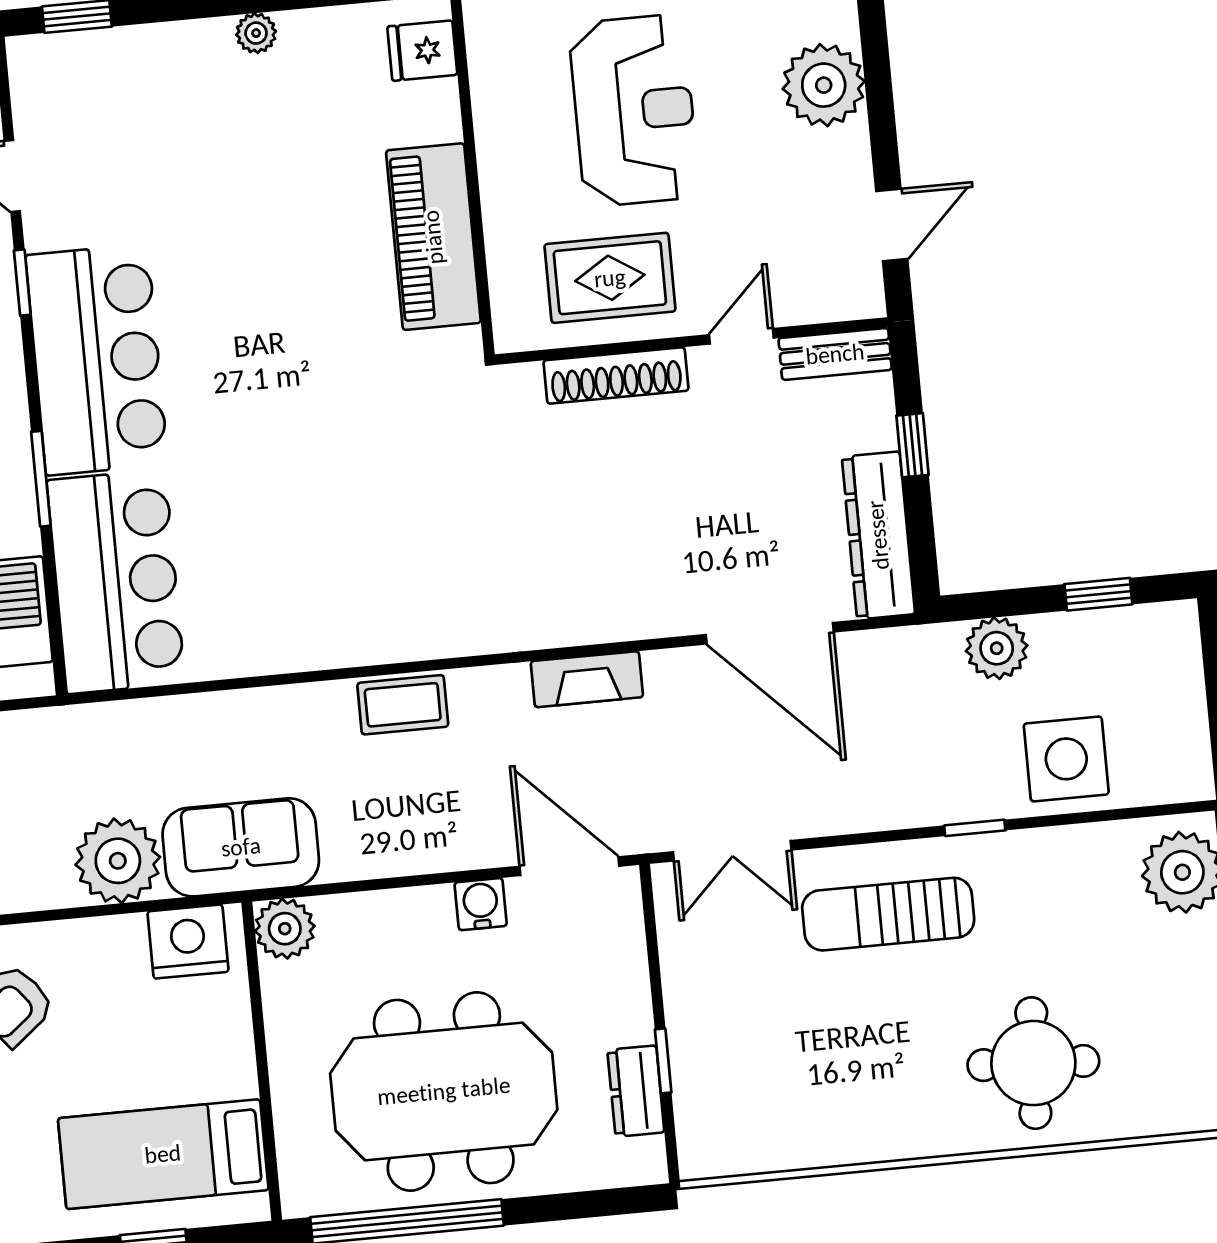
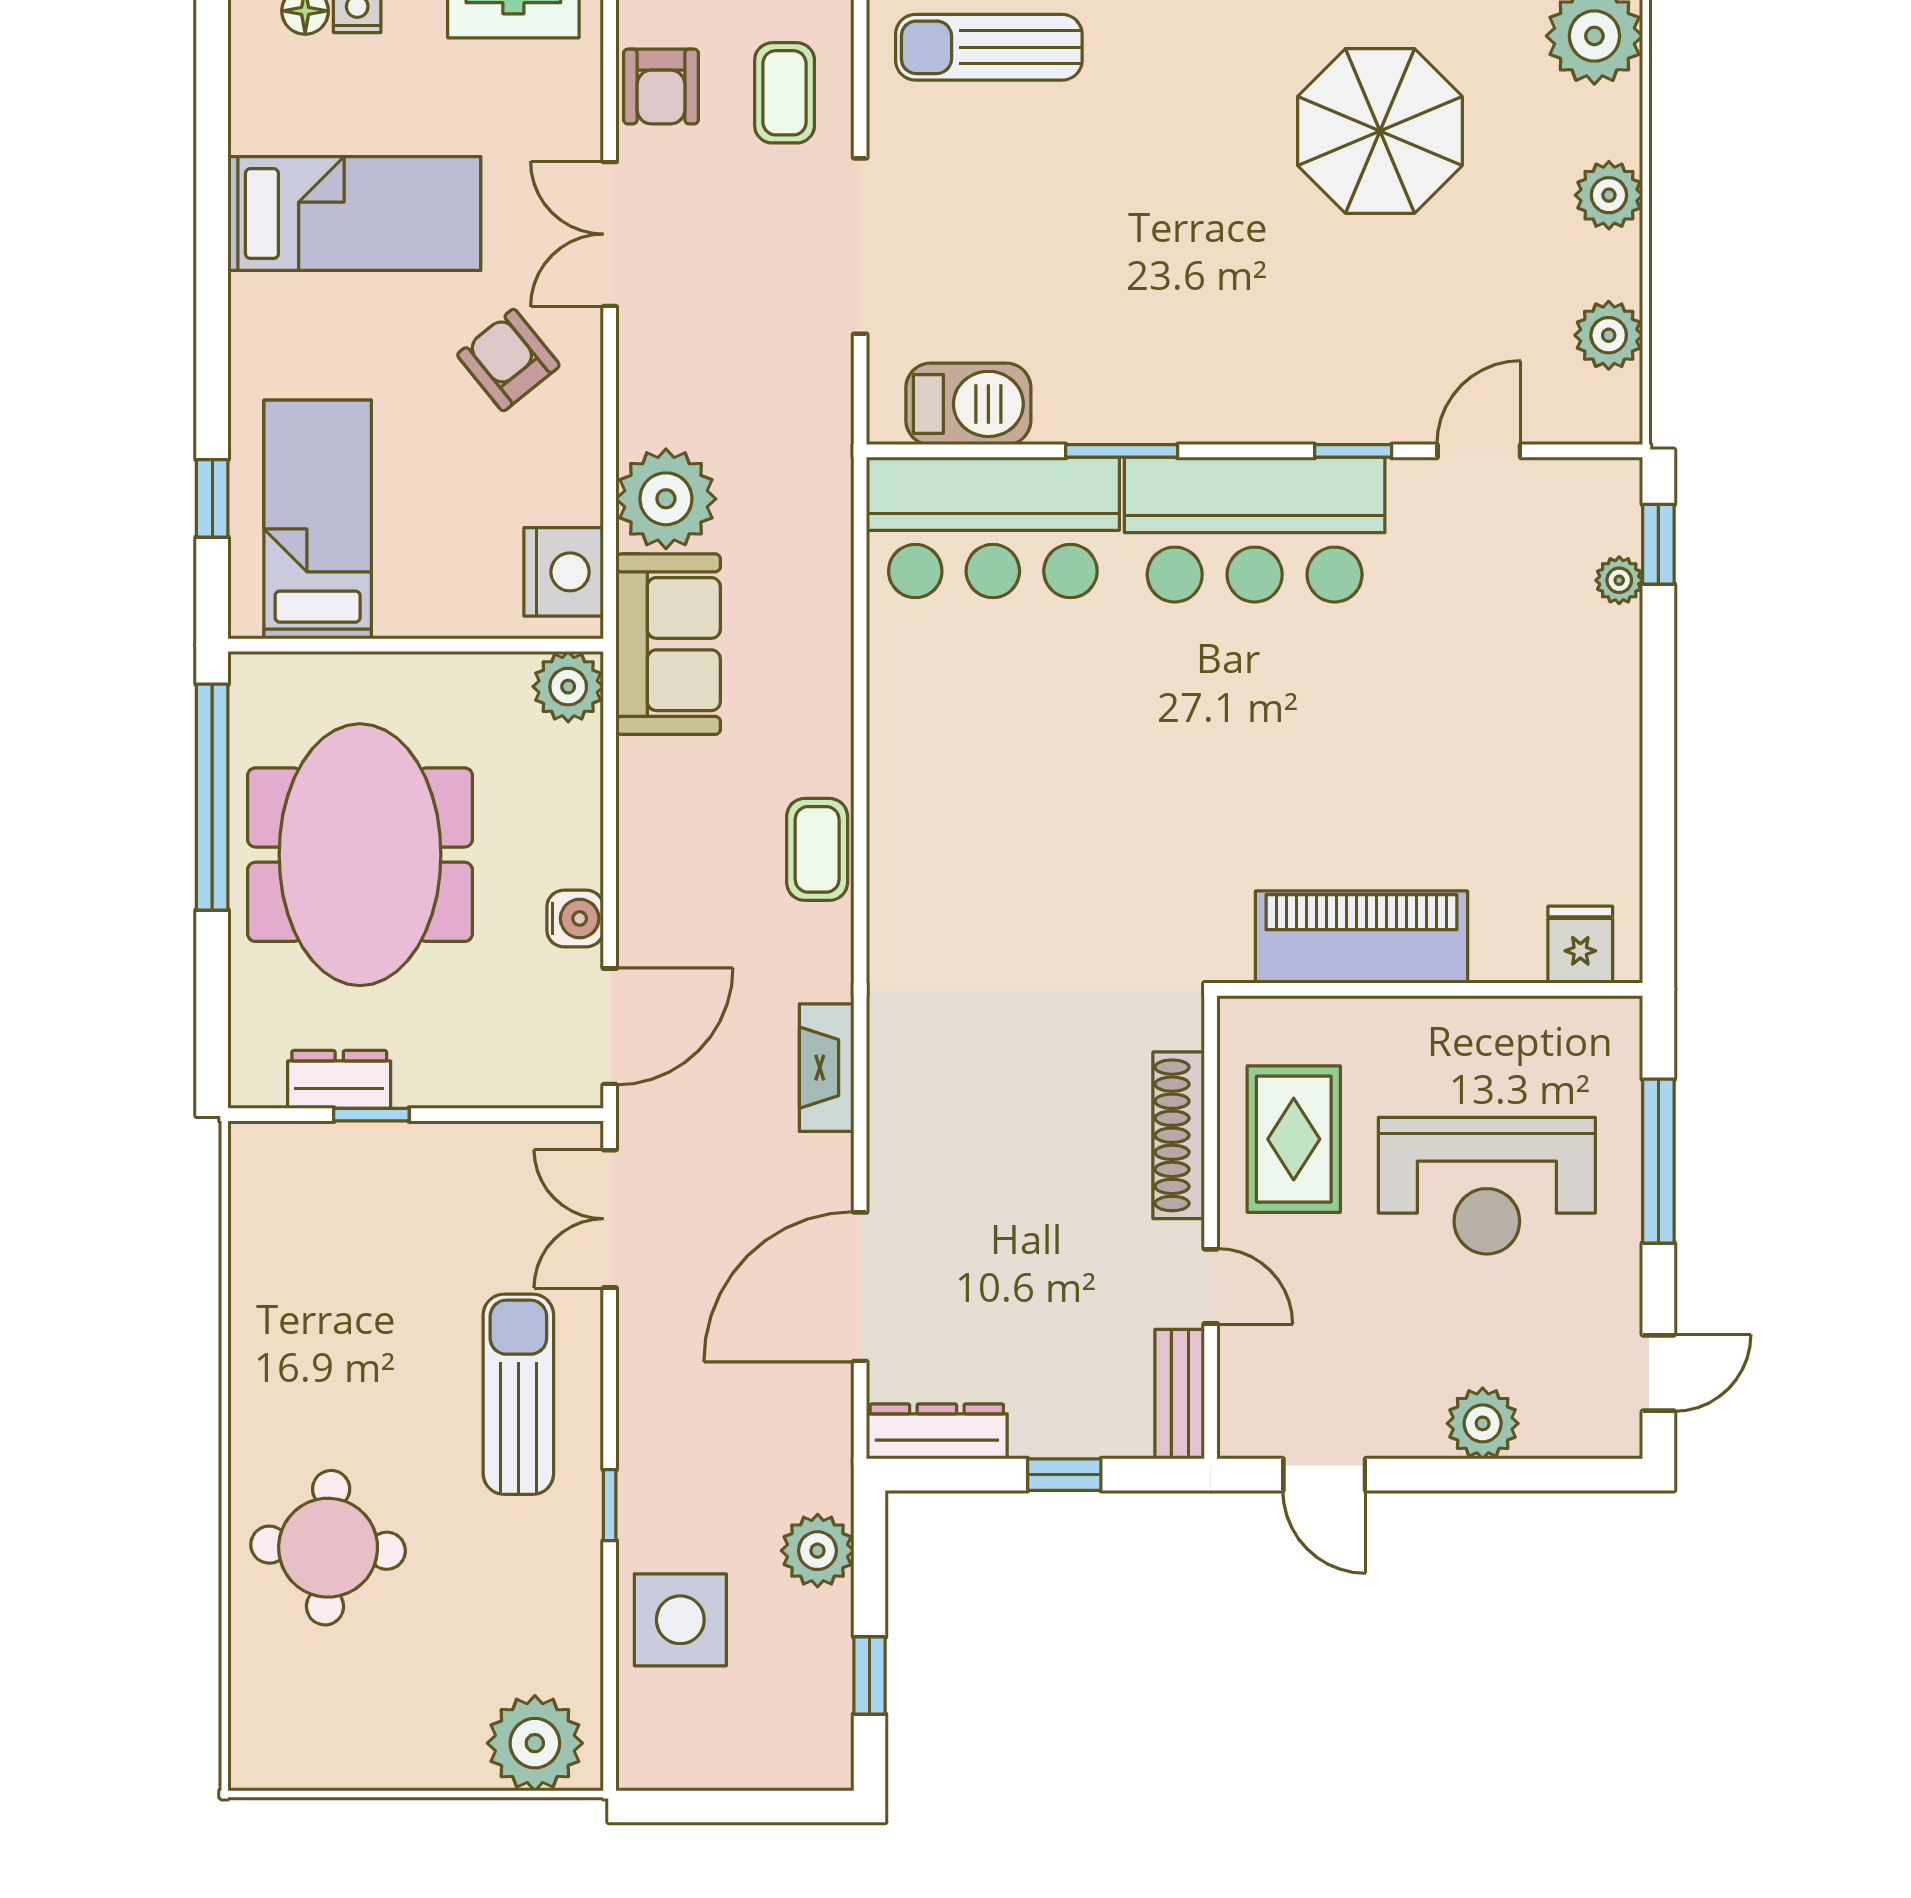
plant: (256, 33) -> (1619, 580), moved
plant: (824, 85) -> (1483, 1423), width x0.73, depth x0.73
dresser: (878, 535) -> (937, 1431), width x0.73, depth x0.80

